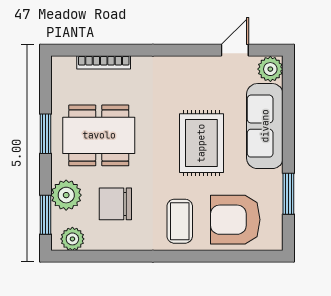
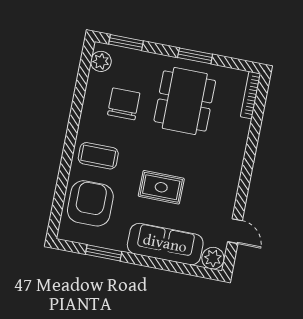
bookcase: (104, 62) -> (251, 95), moved
rug: (201, 143) -> (161, 187), width x0.73, depth x0.70
plant: (66, 195) -> (139, 63), removed

